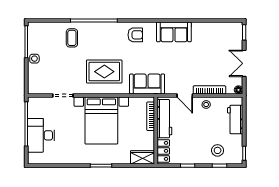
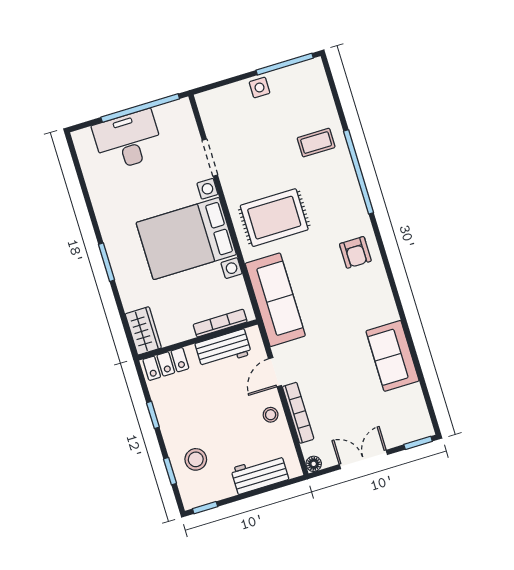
sofa: (174, 32) -> (393, 356), moved
rug: (104, 72) -> (274, 218), turned 90
sofa: (147, 84) -> (275, 300), width x1.36
workbench: (164, 119) -> (223, 349), width x0.73

